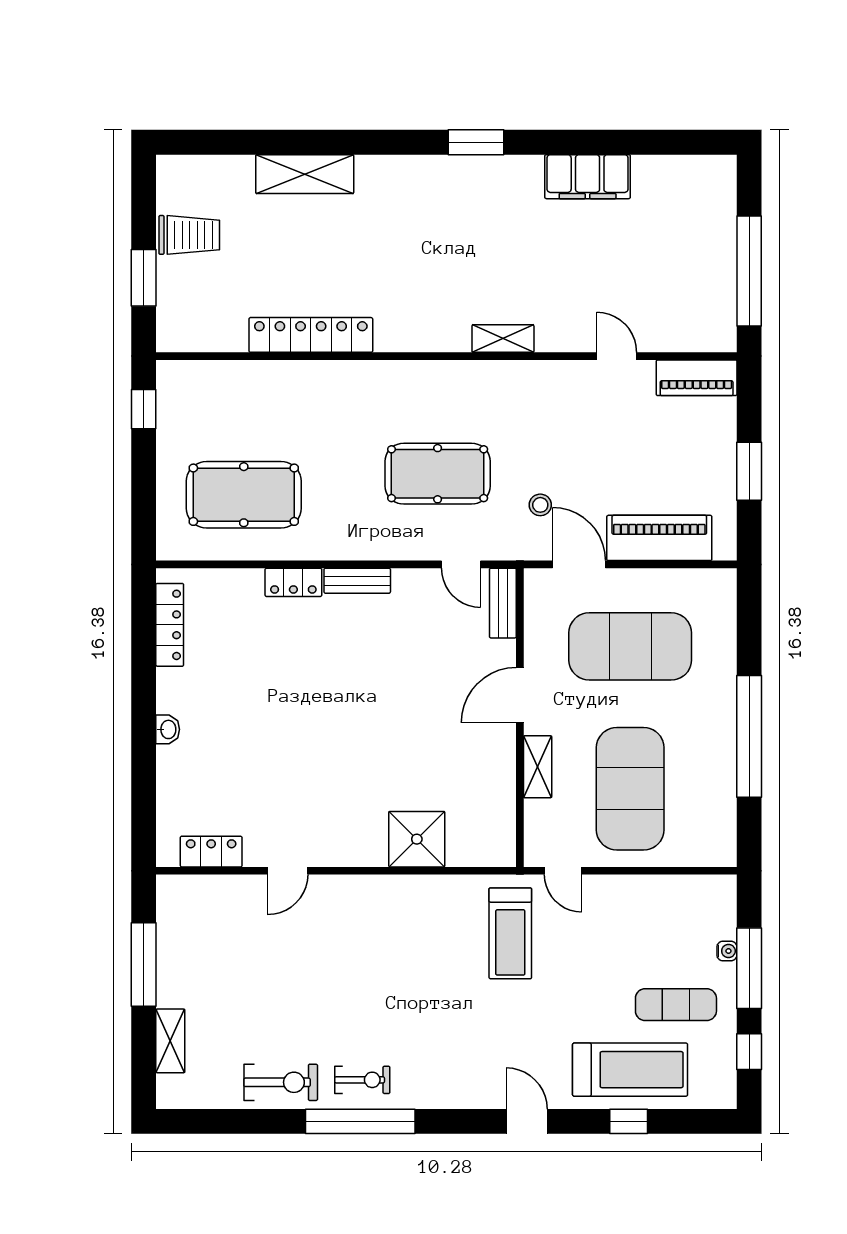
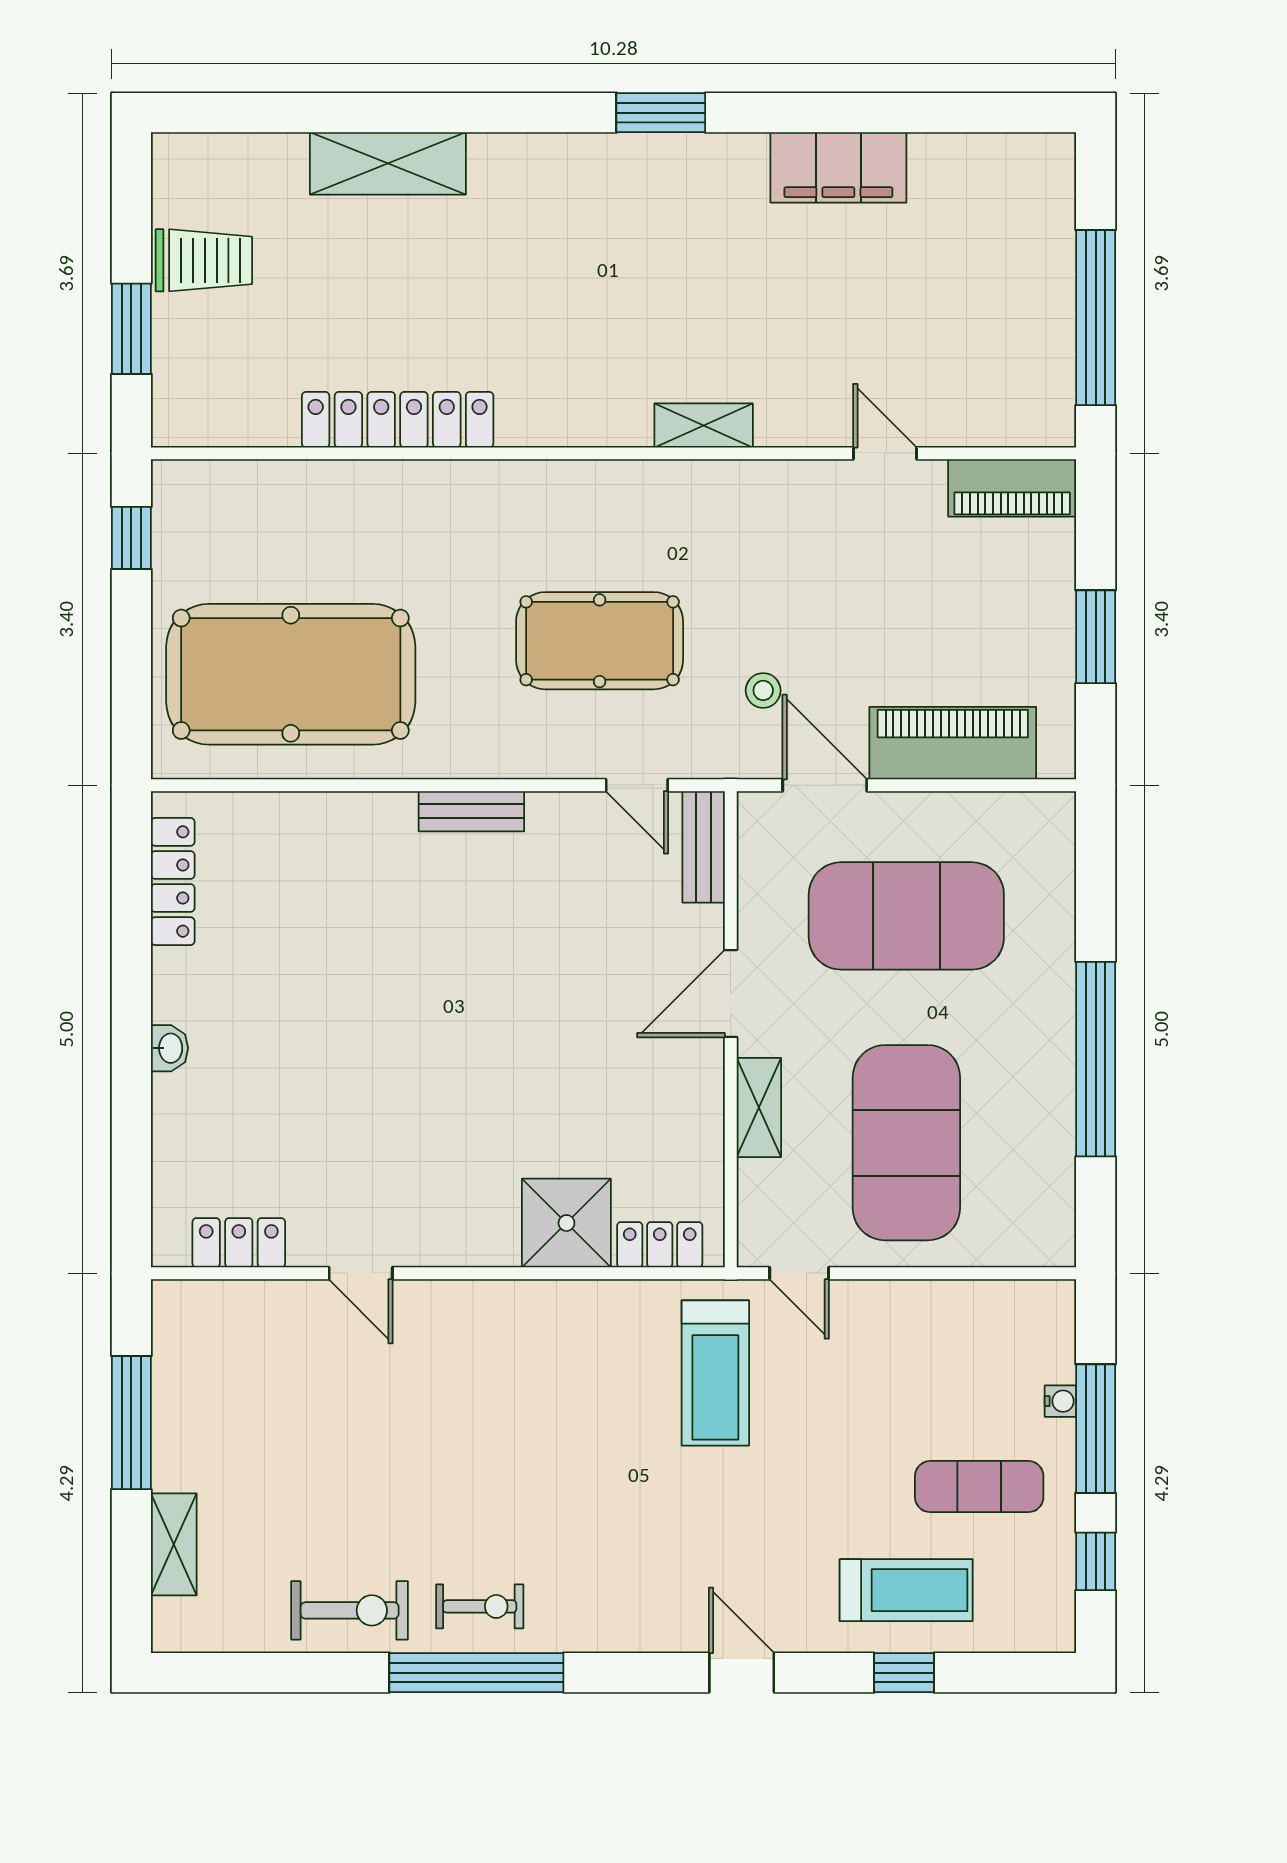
pool table: (244, 495) -> (291, 674), width x1.36, depth x1.32
locker: (293, 582) -> (660, 1245), moved, turned 180
door: (288, 871) -> (361, 1273), hinge flipped
treadmill: (630, 1070) -> (906, 1590), width x0.73, depth x0.73

